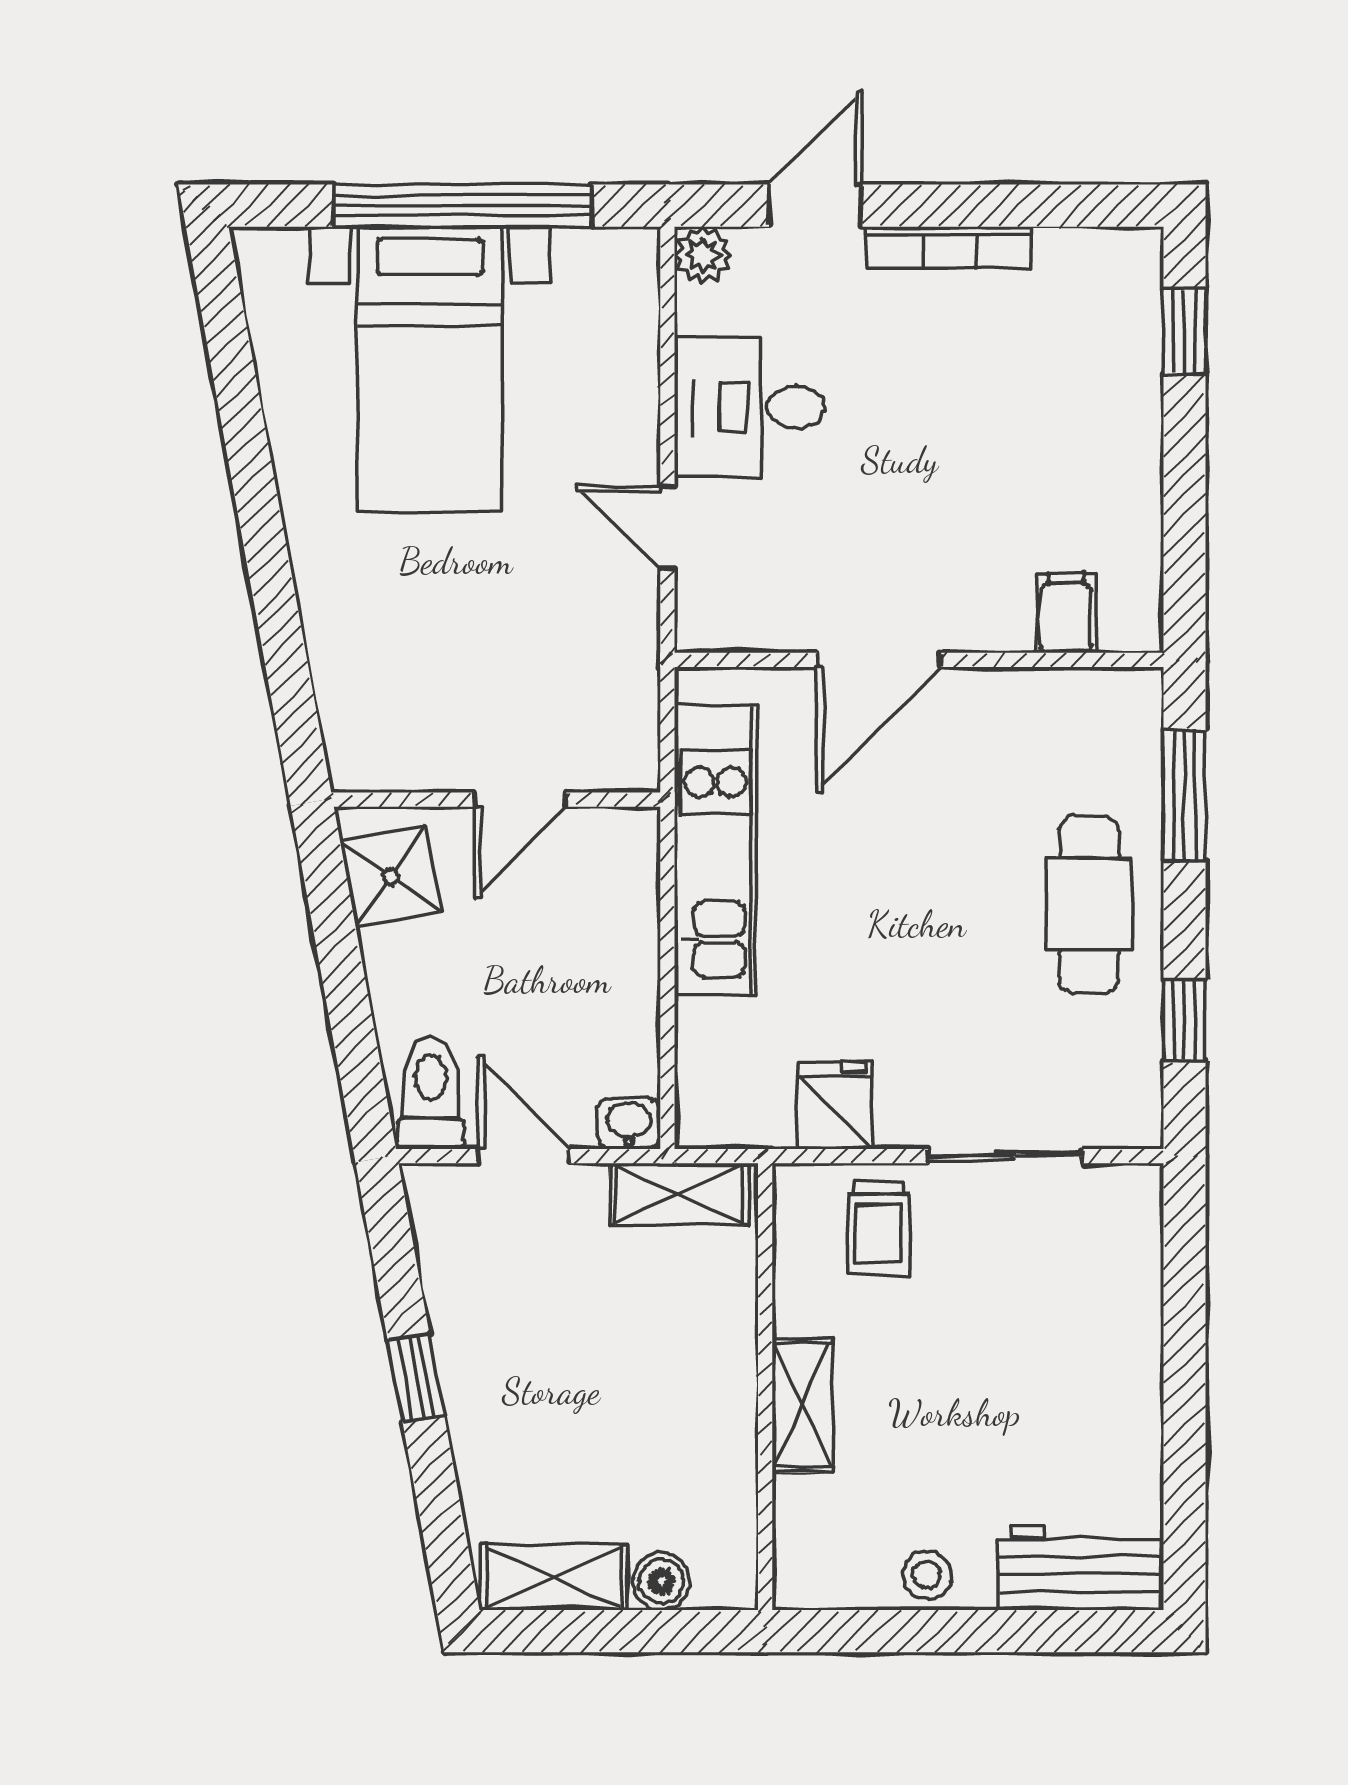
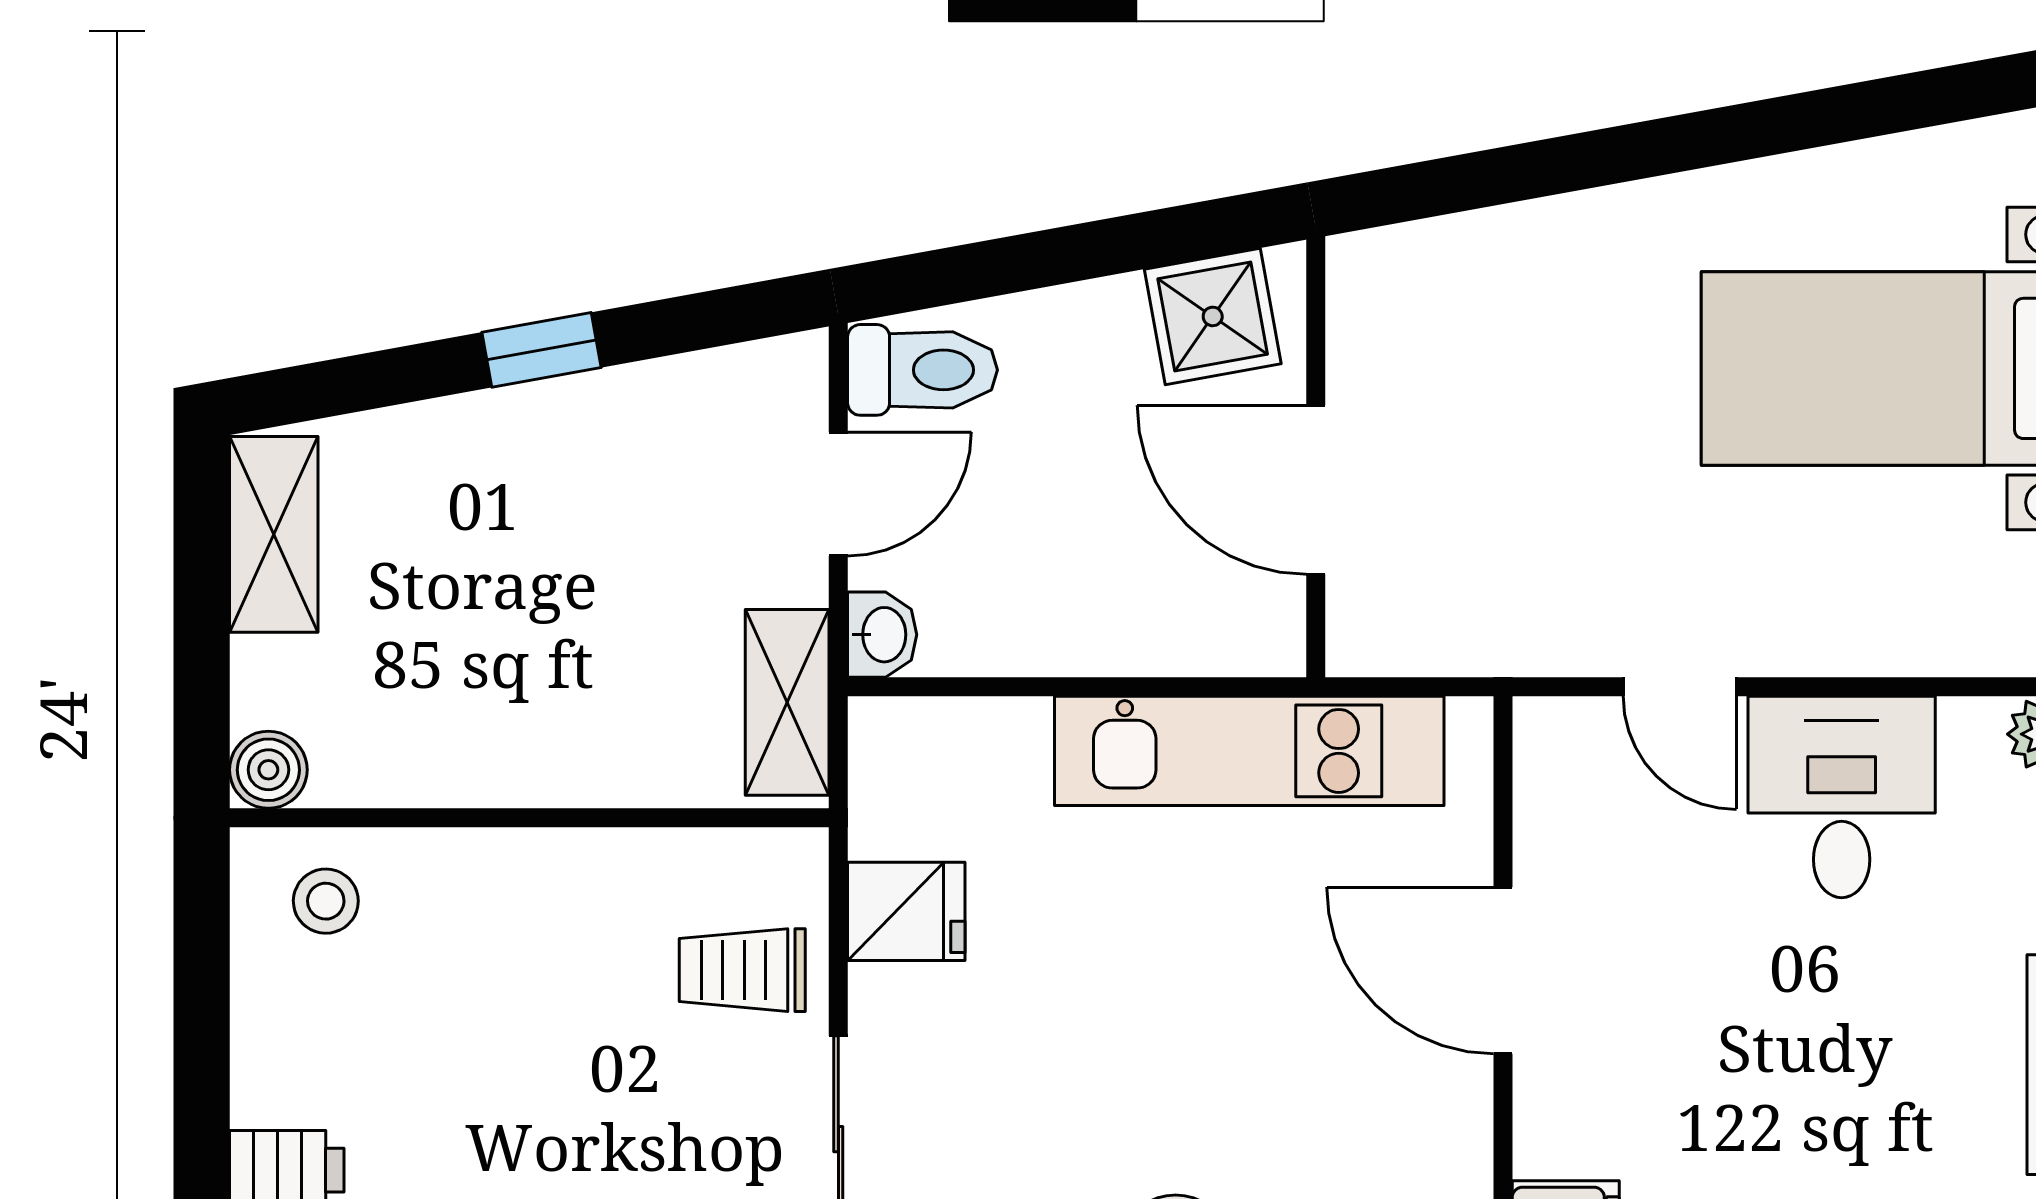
door: (667, 528) -> (1680, 687), swing flipped
door: (520, 800) -> (1316, 490), width x1.38
shelving: (802, 1405) -> (504, 868), removed
stool: (927, 1575) -> (326, 901), moved
boiler: (661, 1581) -> (268, 770), moved

